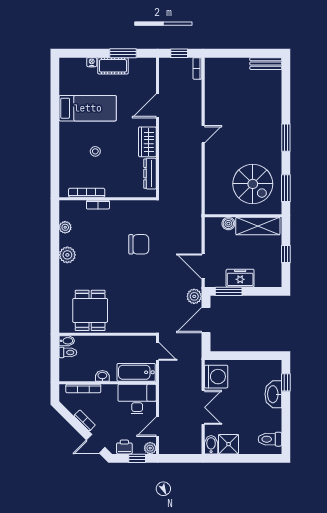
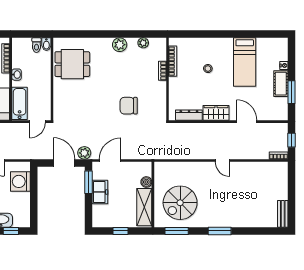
chair: (139, 244) -> (129, 106), turned 90
washing machine: (216, 377) -> (20, 181), moved, turned 90

